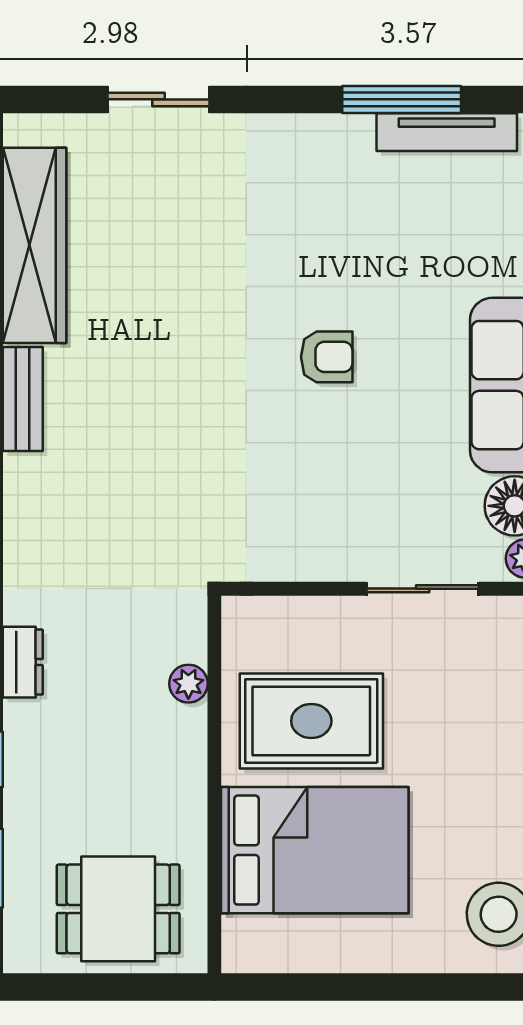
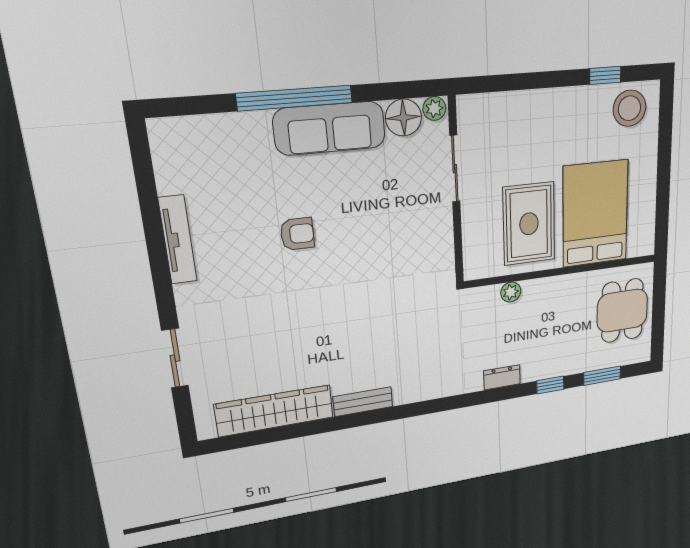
window: (402, 99) -> (151, 213), removed
tv unit: (447, 132) -> (178, 240), moved
armchair: (327, 357) -> (297, 234), moved, turned 90

